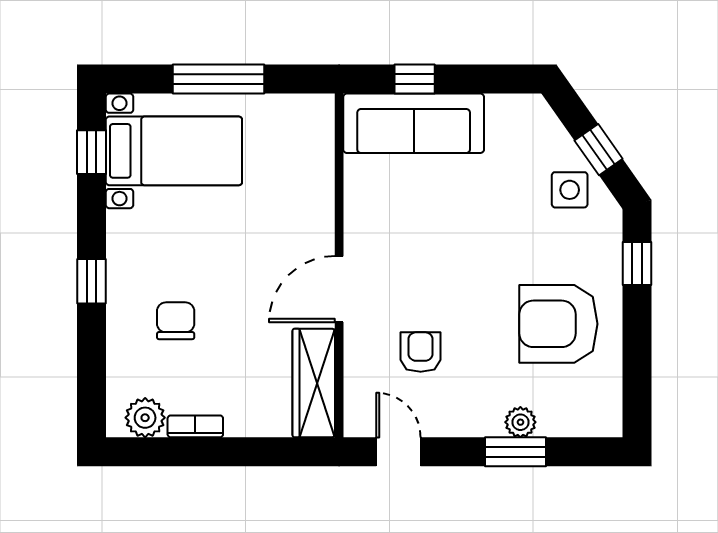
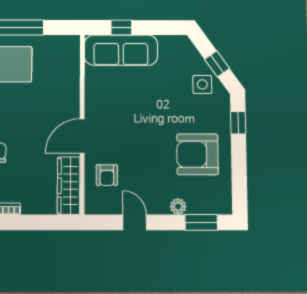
armchair: (421, 352) -> (107, 175), moved, turned 180
door: (398, 452) -> (135, 222), moved
window: (516, 452) -> (201, 222), moved

